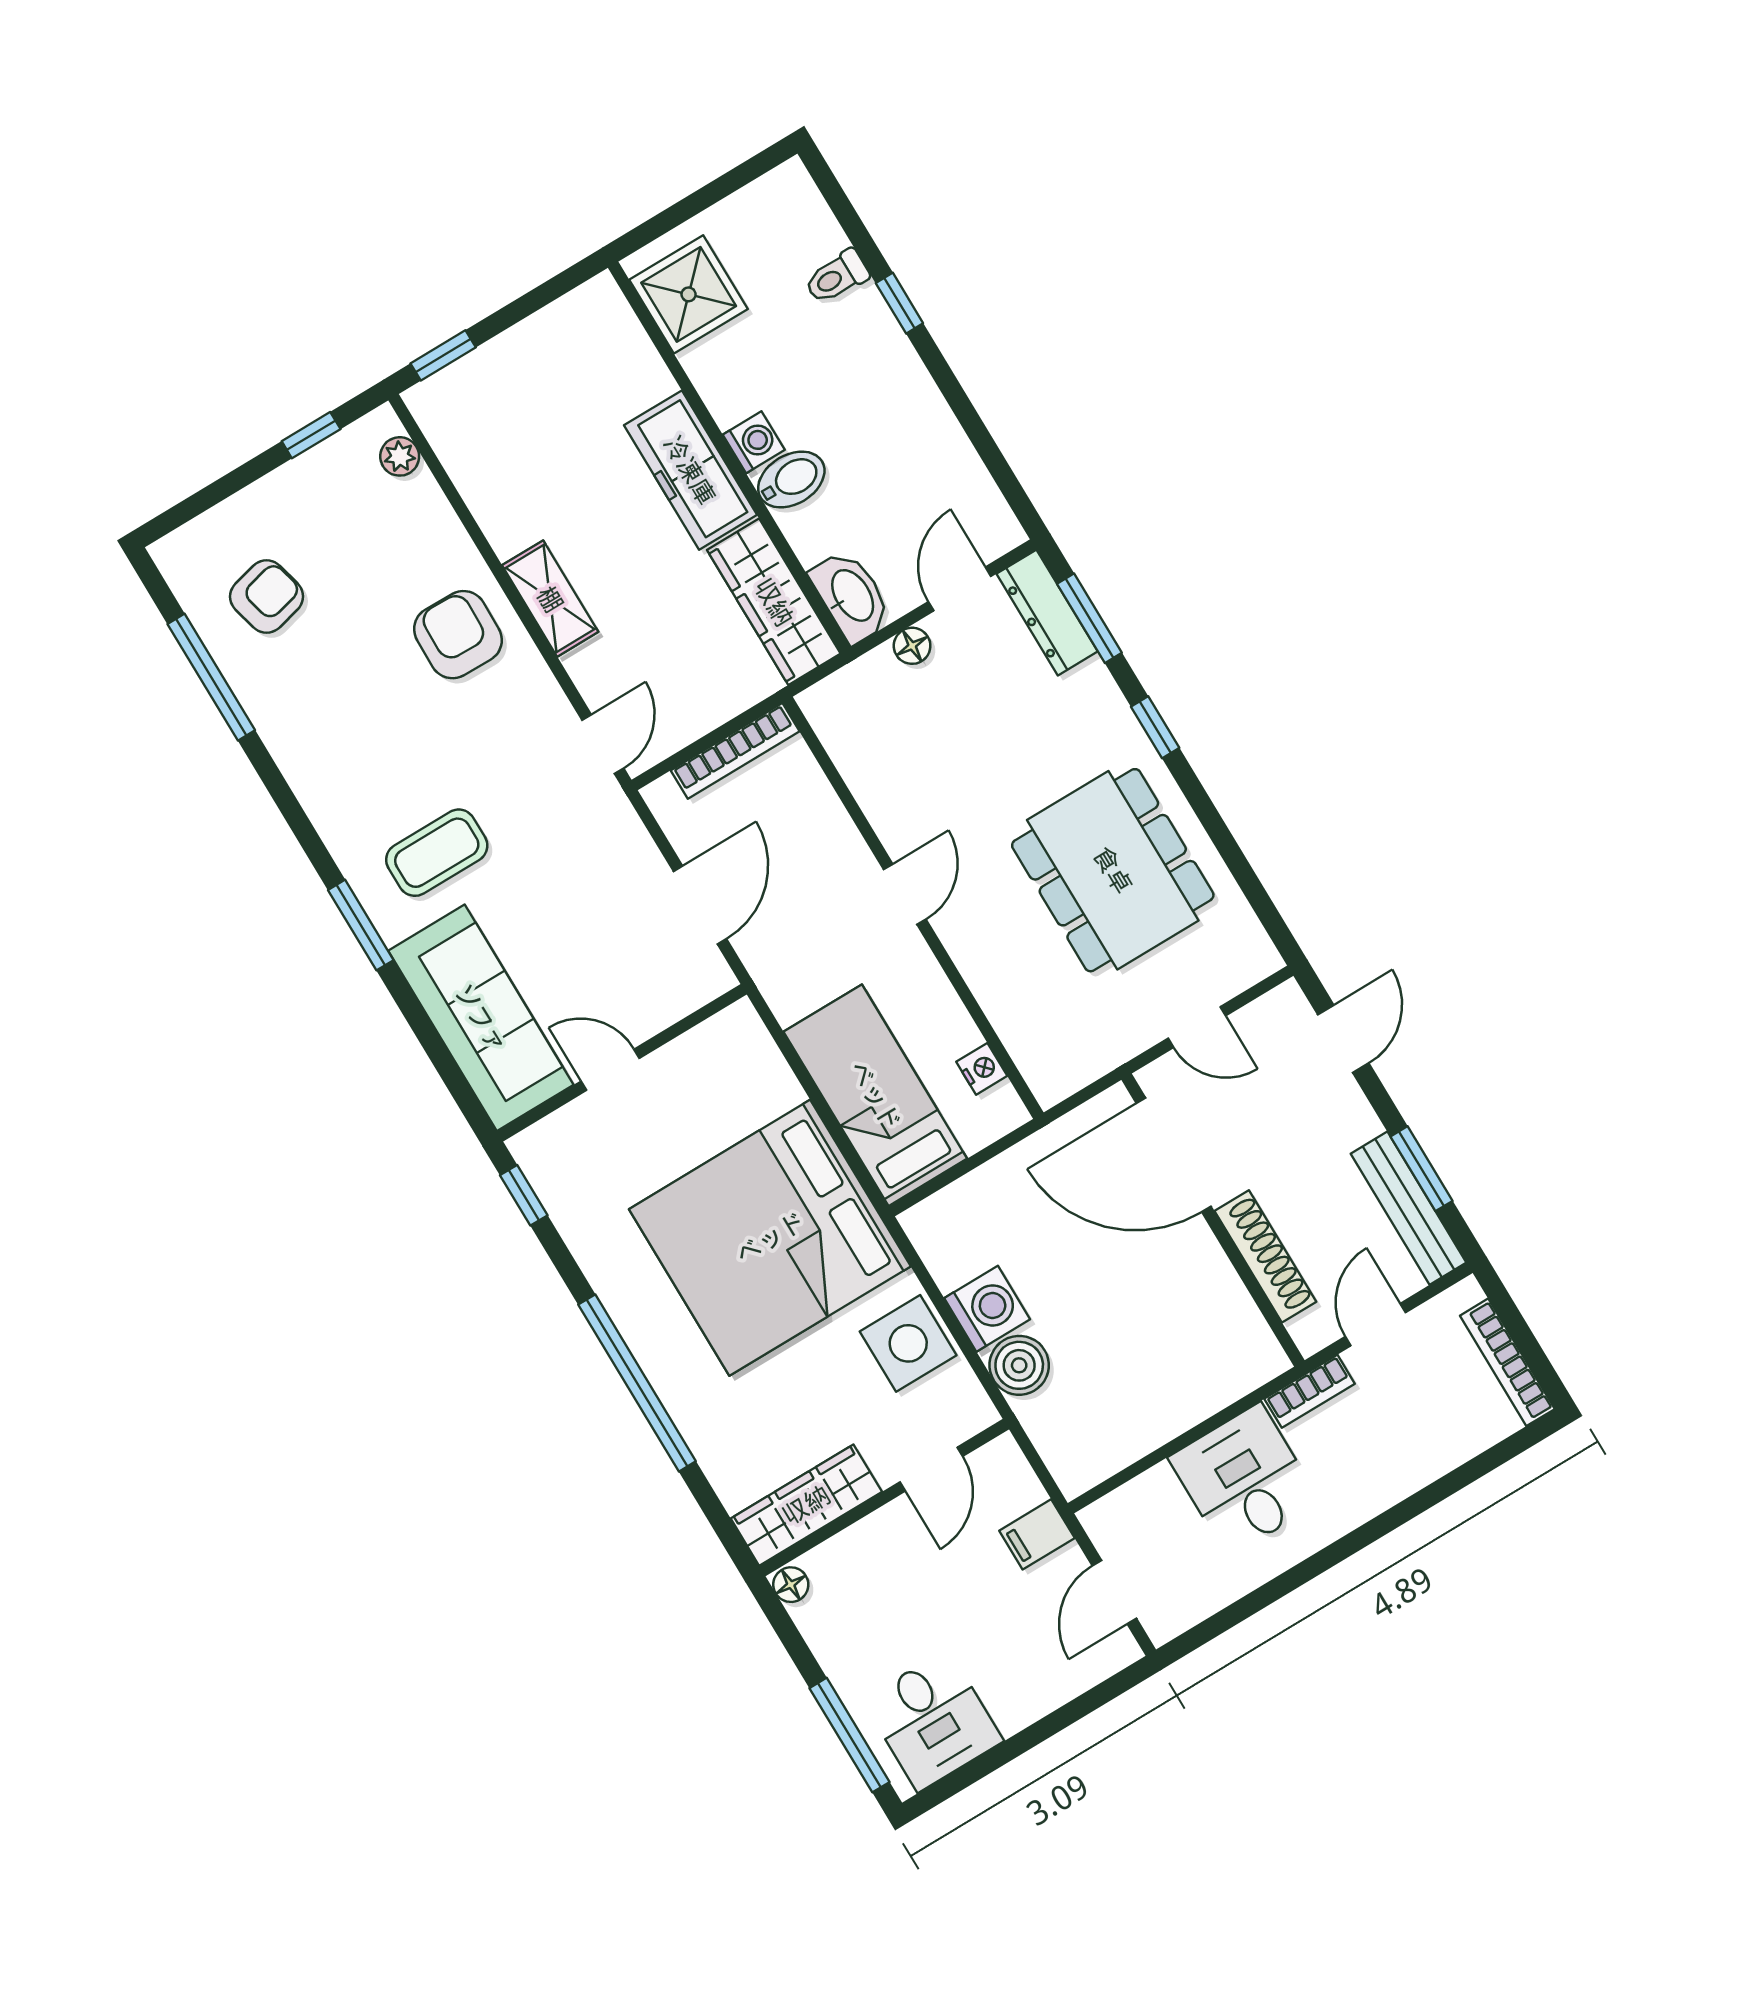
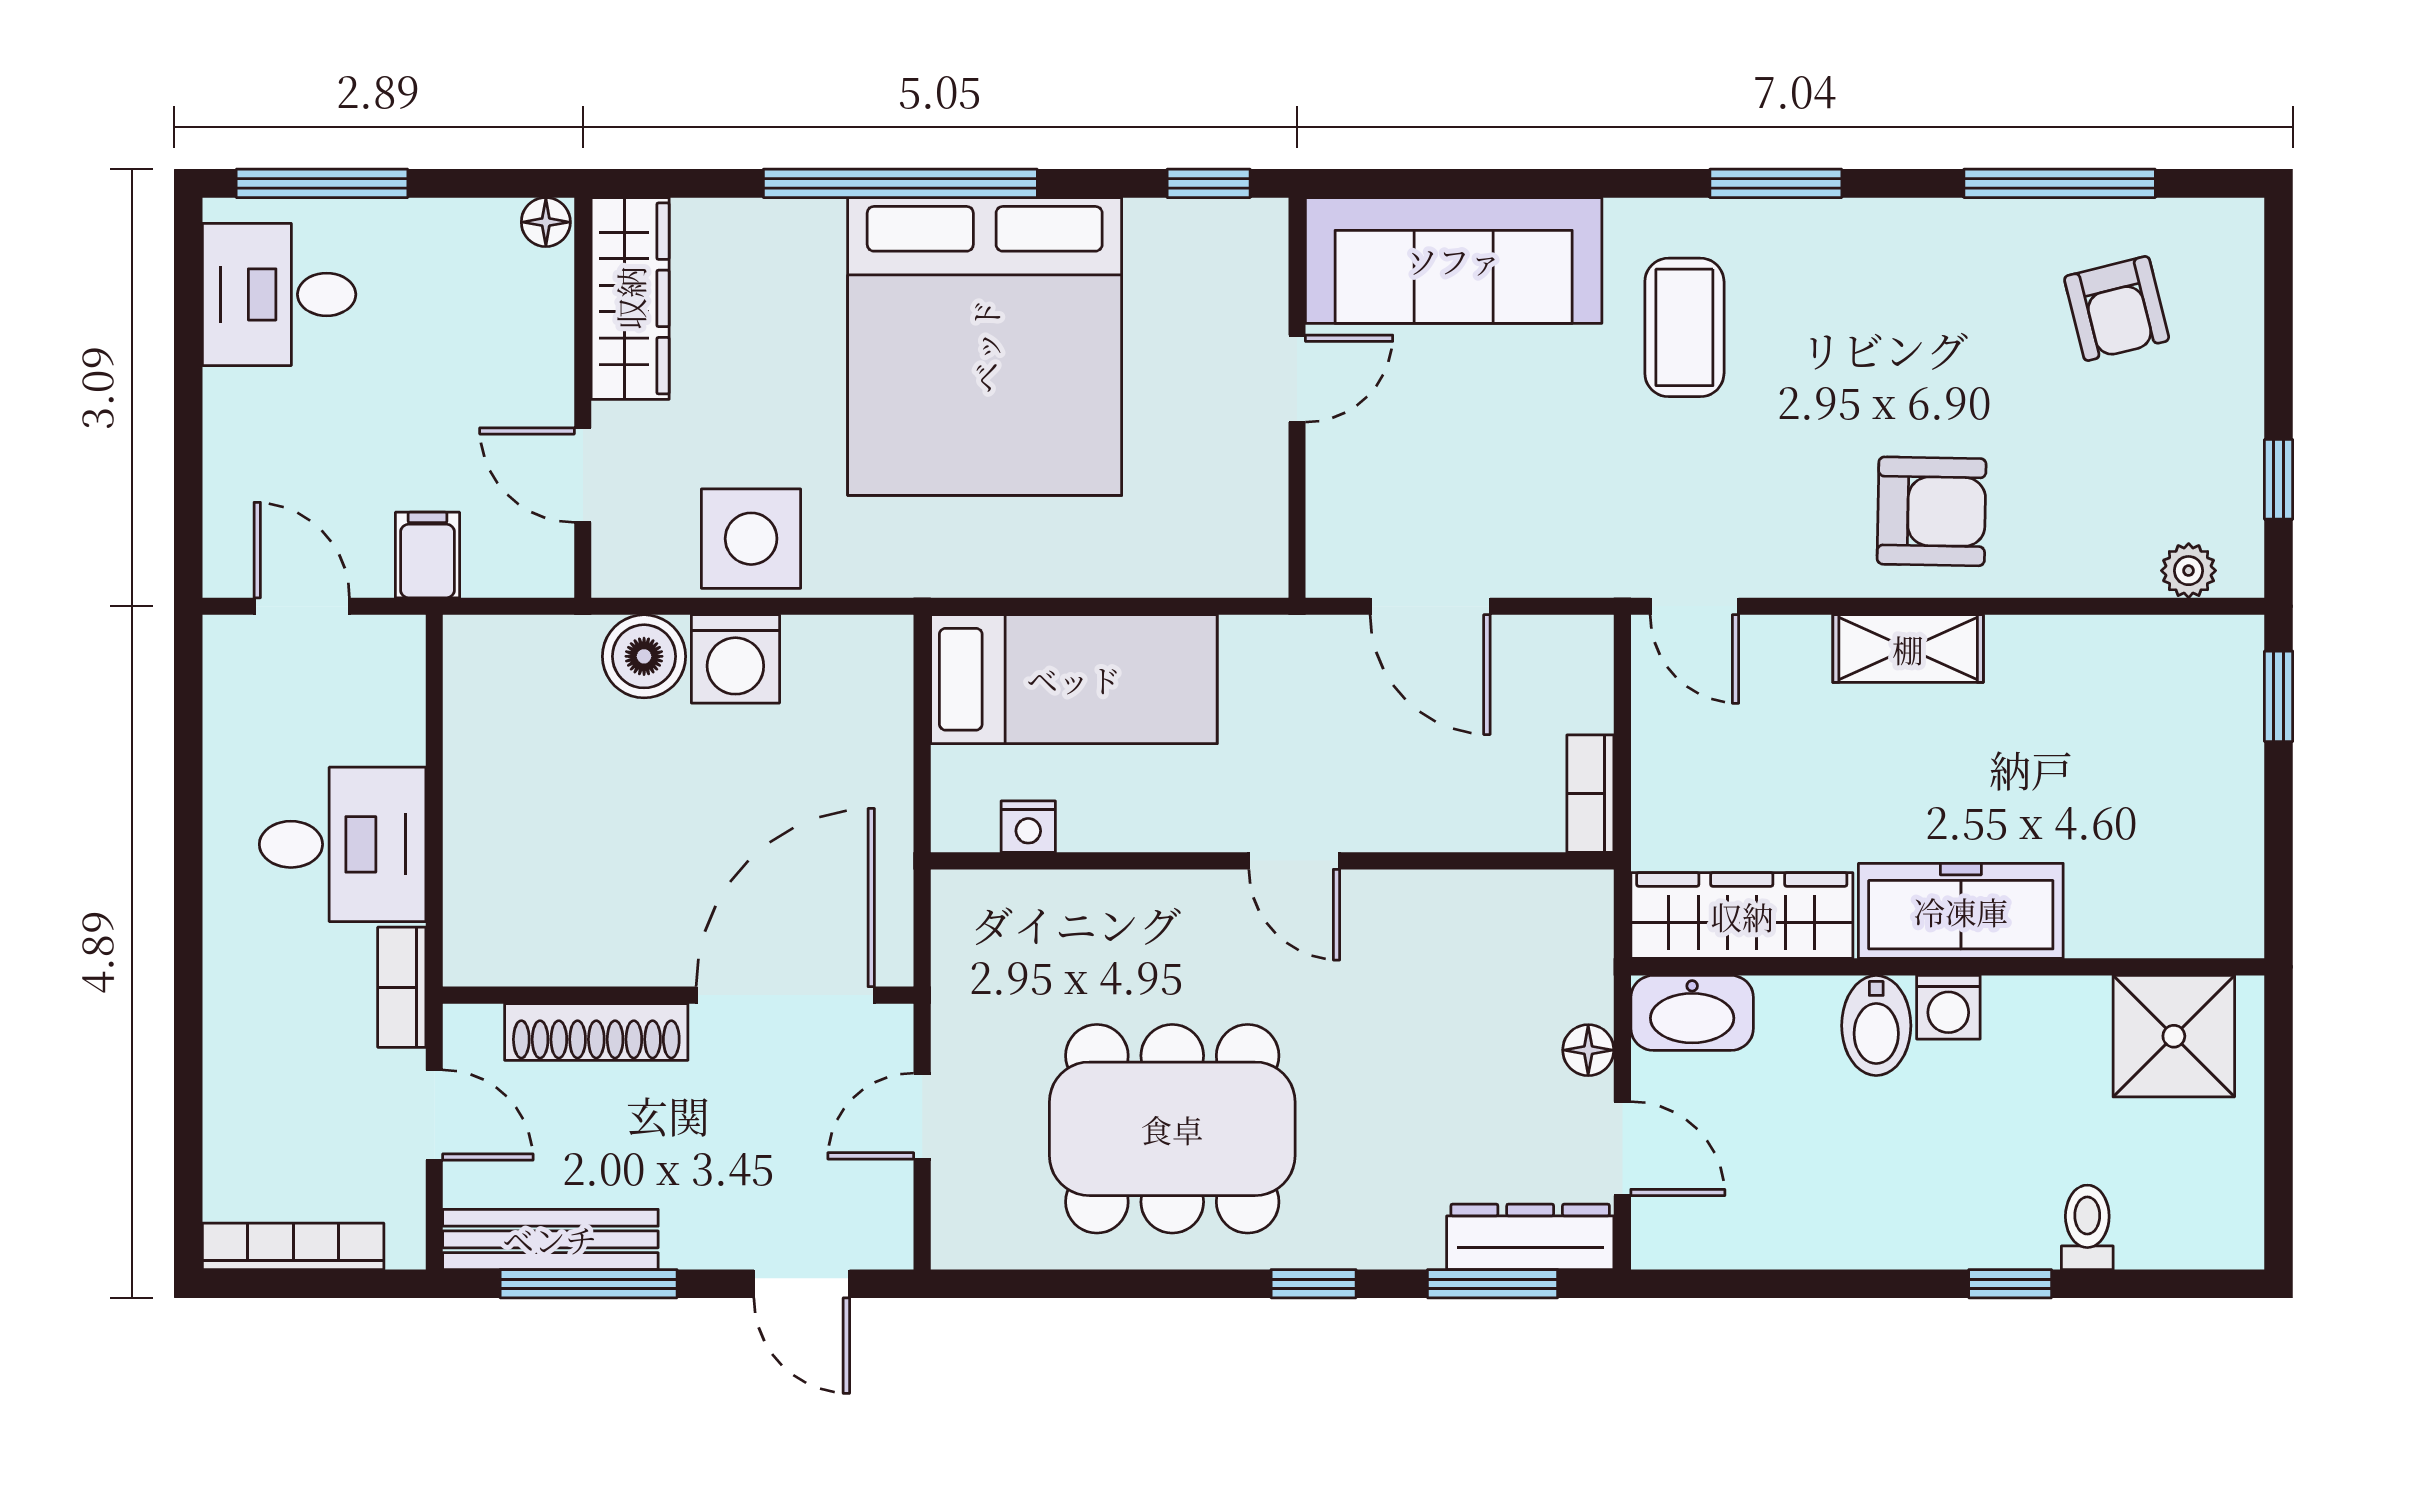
bookcase: (735, 751) -> (1590, 794), width x0.64
window: (361, 925) -> (1776, 183), moved
window: (1421, 1169) -> (589, 1284), width x1.44
bed: (770, 1238) -> (985, 346), moved, turned 180

